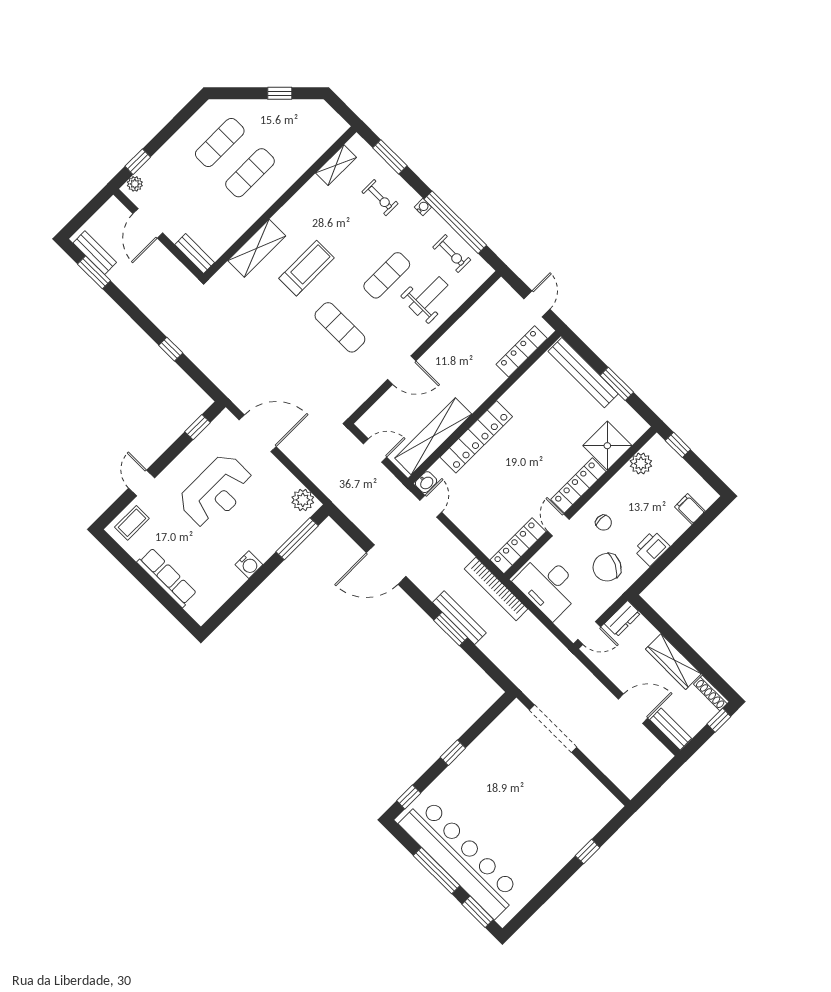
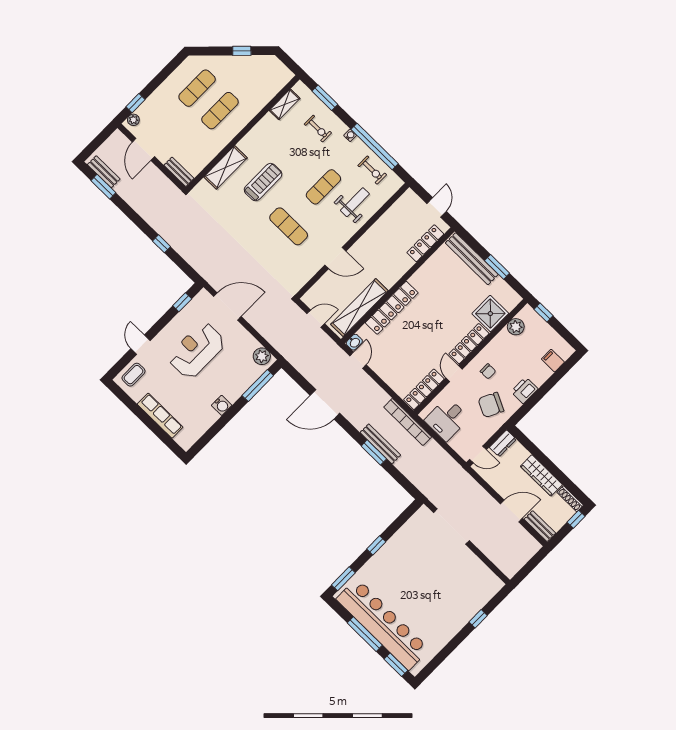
reception desk: (216, 491) -> (197, 350), turned 180
desk: (548, 586) -> (447, 419), width x0.73
window: (409, 797) -> (343, 579), width x1.50

